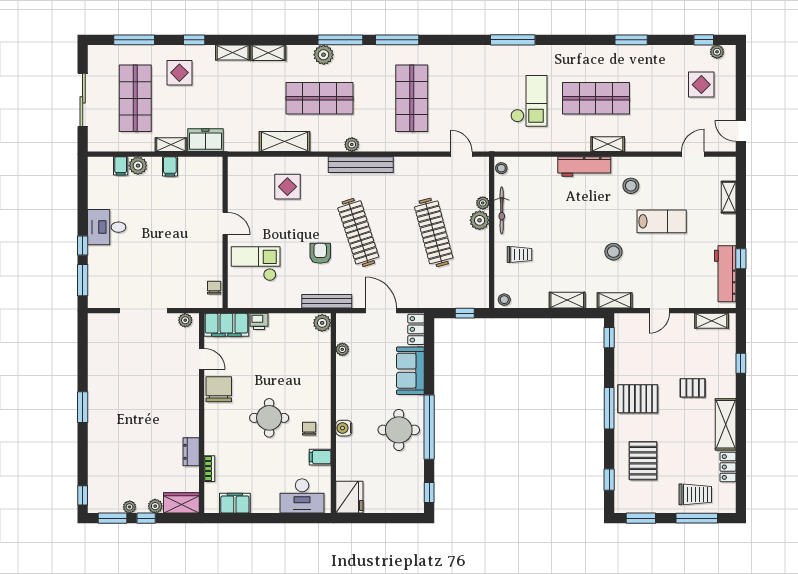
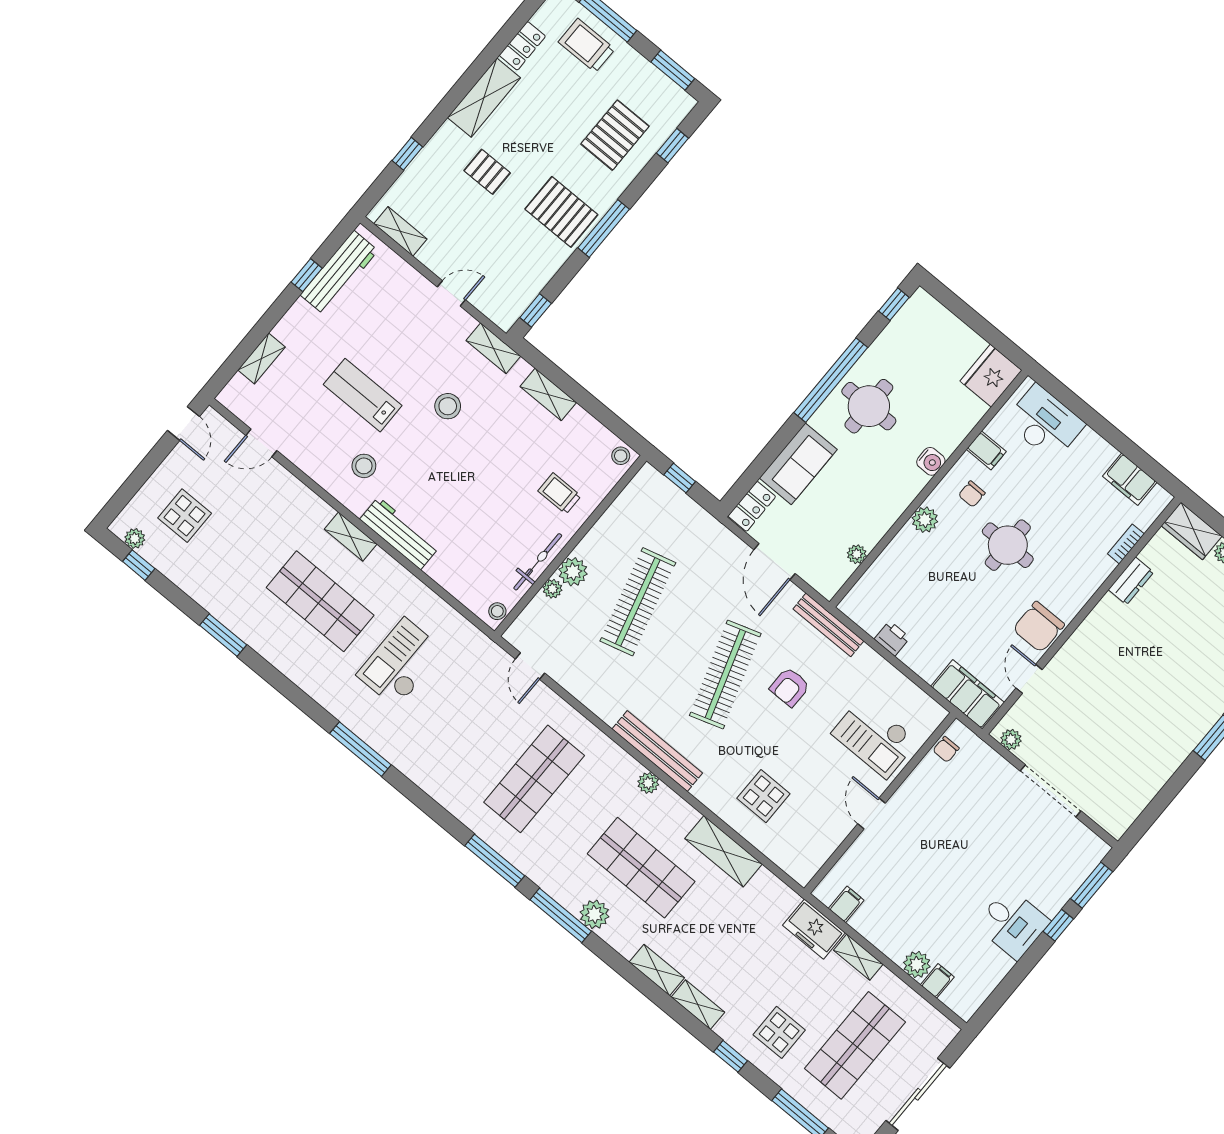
filing cabinet: (170, 166) -> (846, 904), moved
printer: (259, 321) -> (892, 638), moved
plant: (322, 323) -> (925, 520), moved

